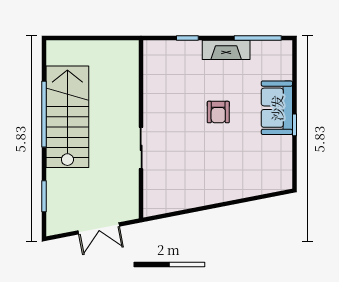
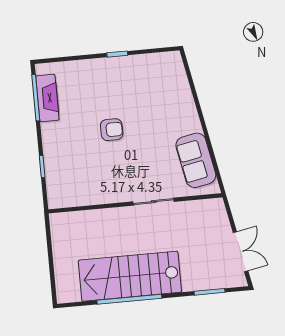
fireplace: (226, 50) -> (47, 98), moved
sofa: (277, 108) -> (196, 160), moved, turned 79
double door: (99, 228) -> (241, 252), moved

